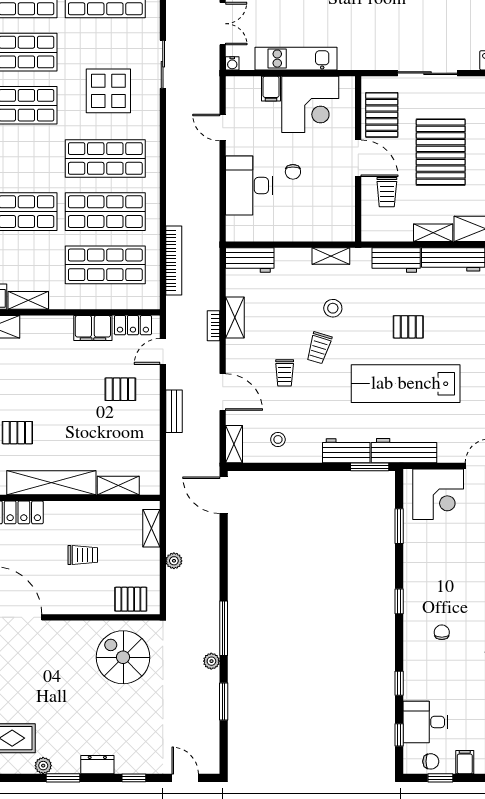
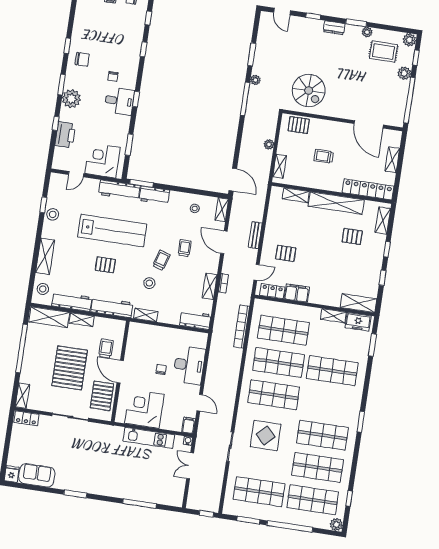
filing cabinet: (271, 89) -> (189, 425), moved
workbench: (396, 260) -> (112, 307), width x1.38
desk: (425, 722) -> (119, 101), moved

